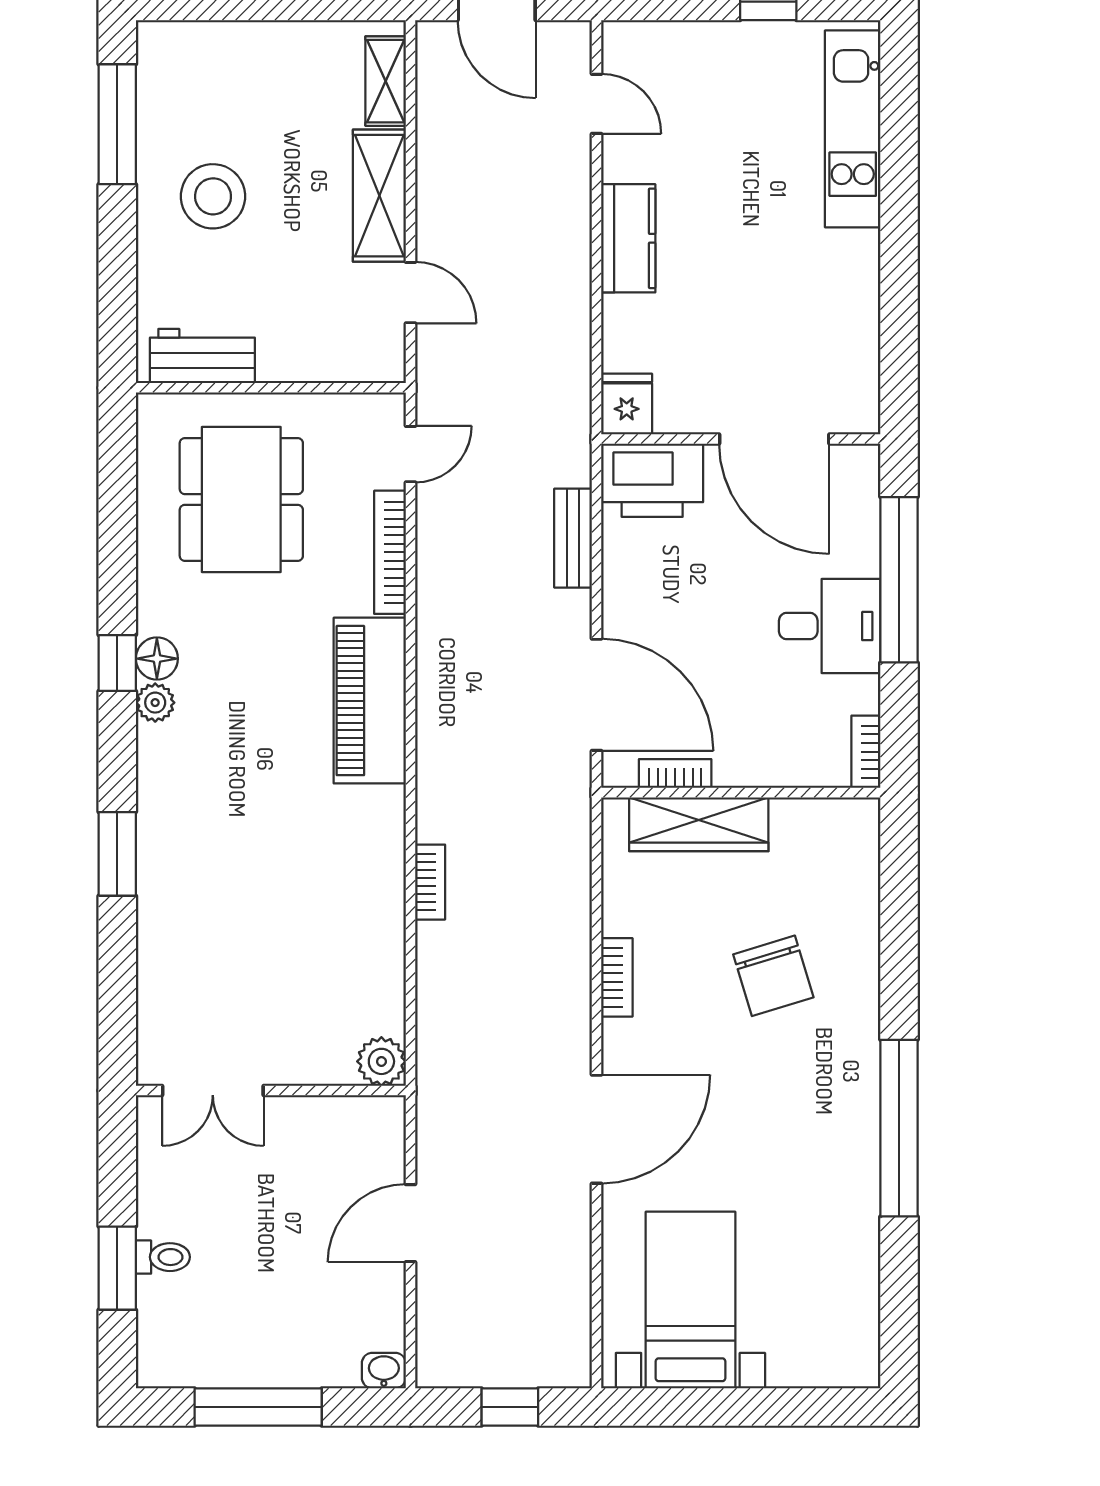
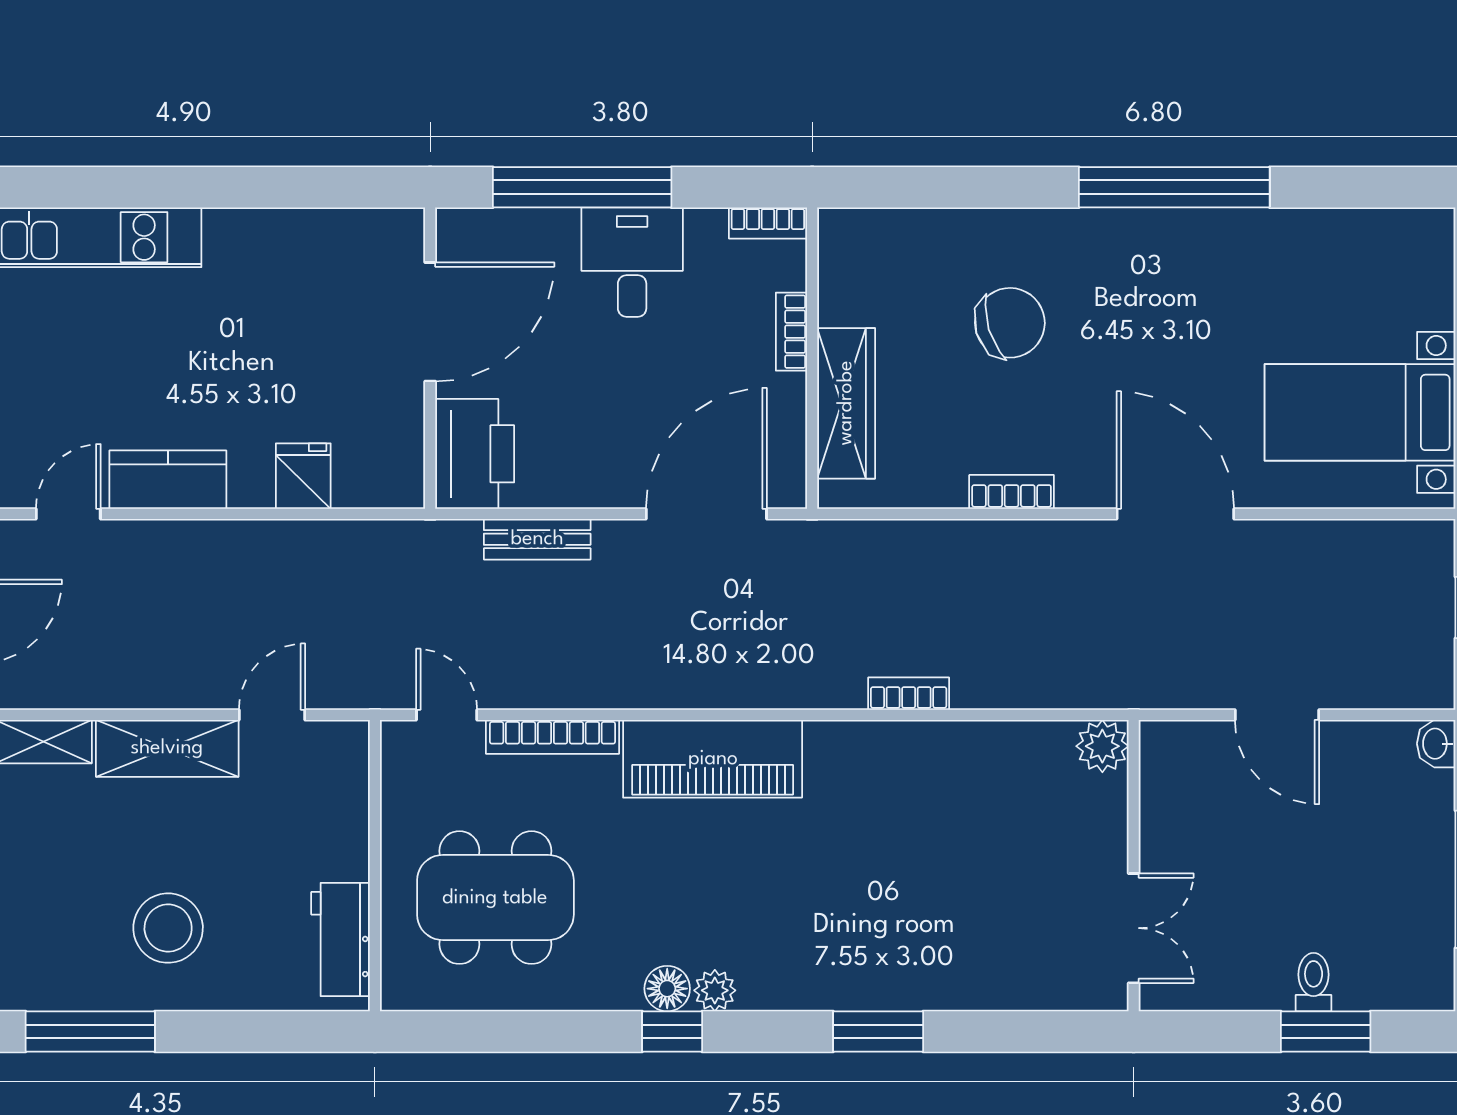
kitchen counter: (628, 238) -> (168, 480), moved
fridge: (627, 404) -> (303, 476), moved, turned 90
bookcase: (675, 774) -> (791, 332), moved

